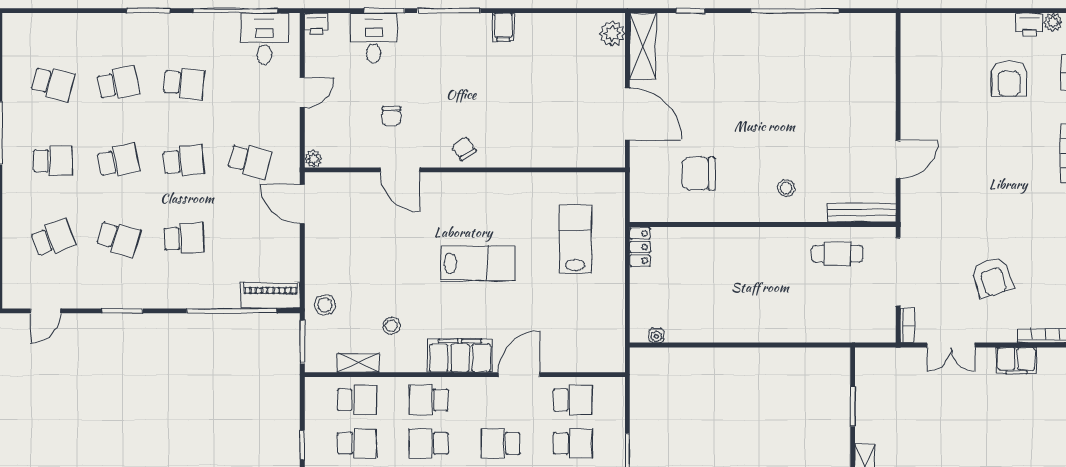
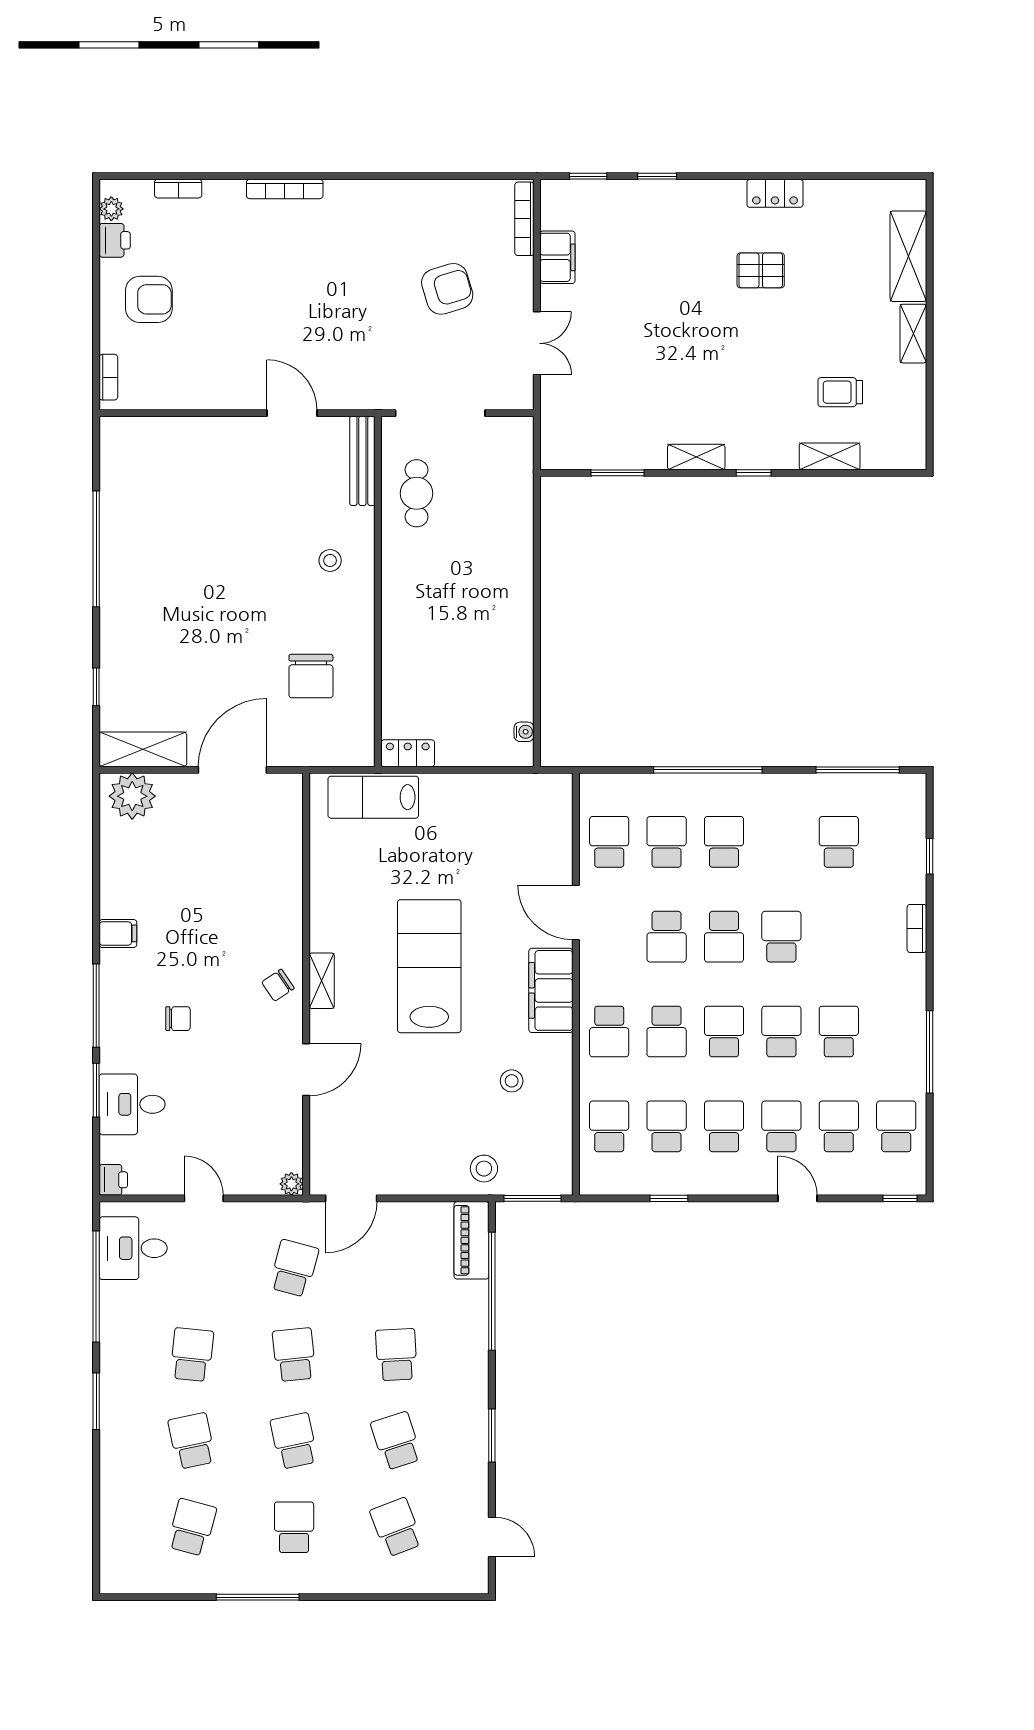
plant: (612, 33) -> (132, 796), width x1.36, depth x1.36
armchair: (1009, 79) -> (149, 299), moved
chair: (391, 116) -> (178, 1019), moved
school desk: (118, 238) -> (396, 1441), turned -36
lab bench: (575, 239) -> (373, 797), moved
lab bench: (478, 263) -> (429, 966), width x1.36, depth x1.39
bookcase: (907, 325) -> (108, 377), moved, turned 90
shelving: (358, 363) -> (322, 981), moved

